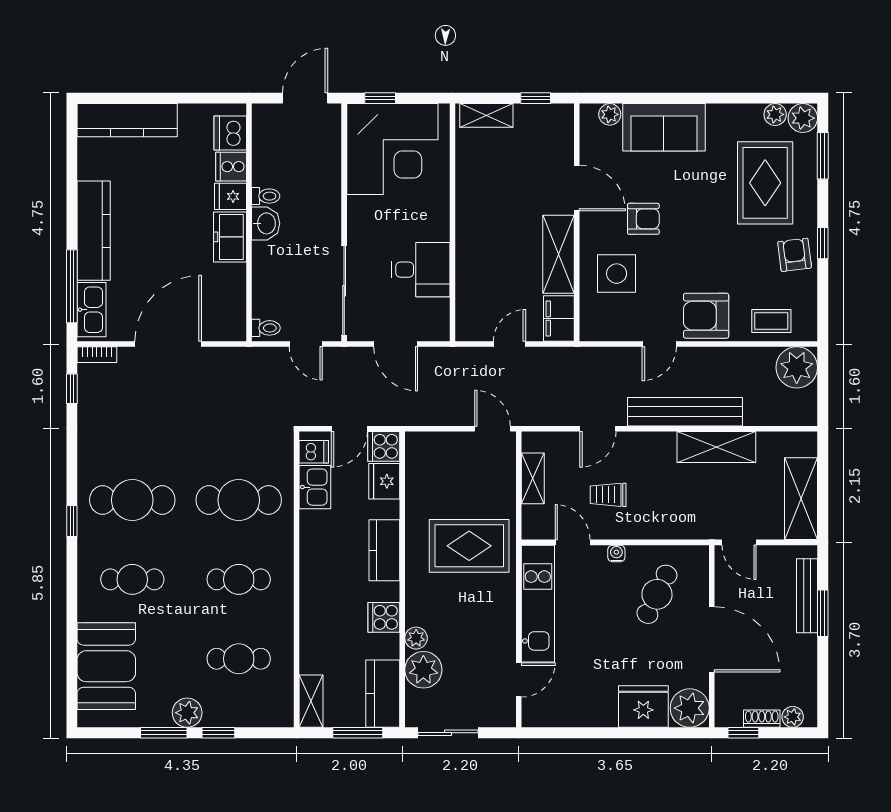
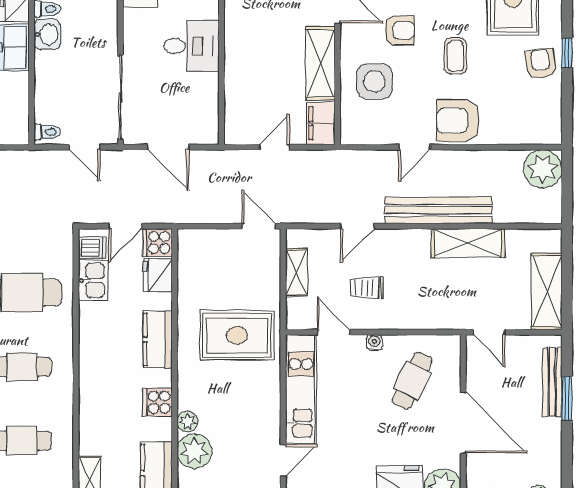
desk: (421, 270) -> (192, 46), moved
coffee table: (771, 321) -> (455, 56), moved, turned 90

